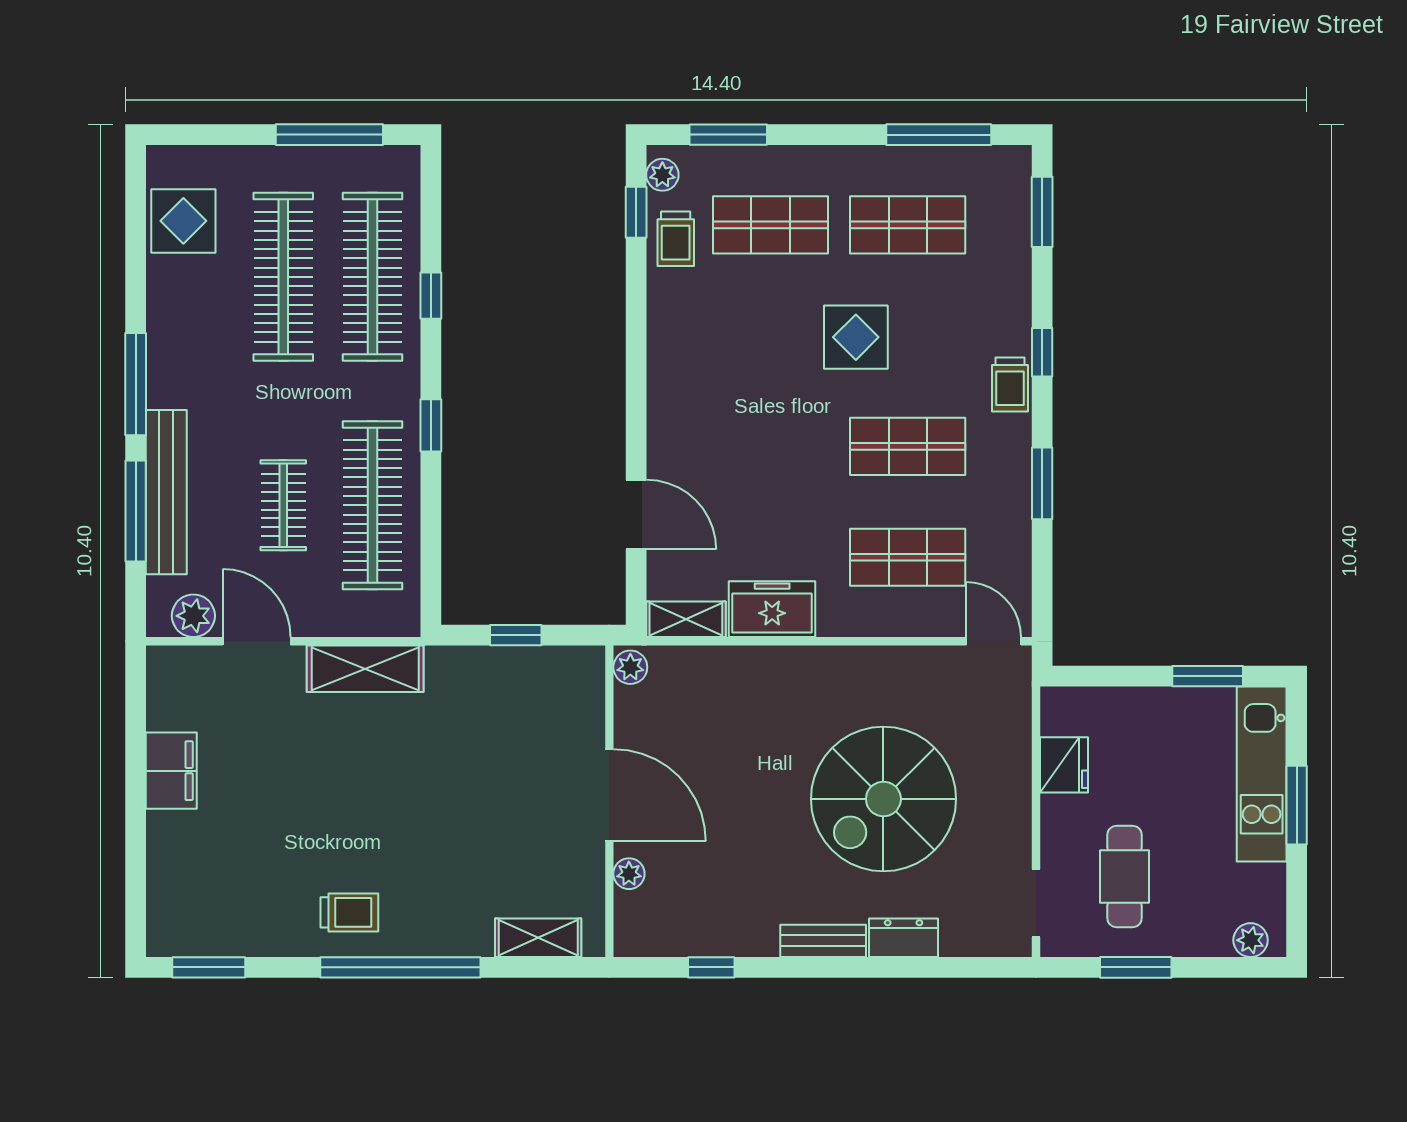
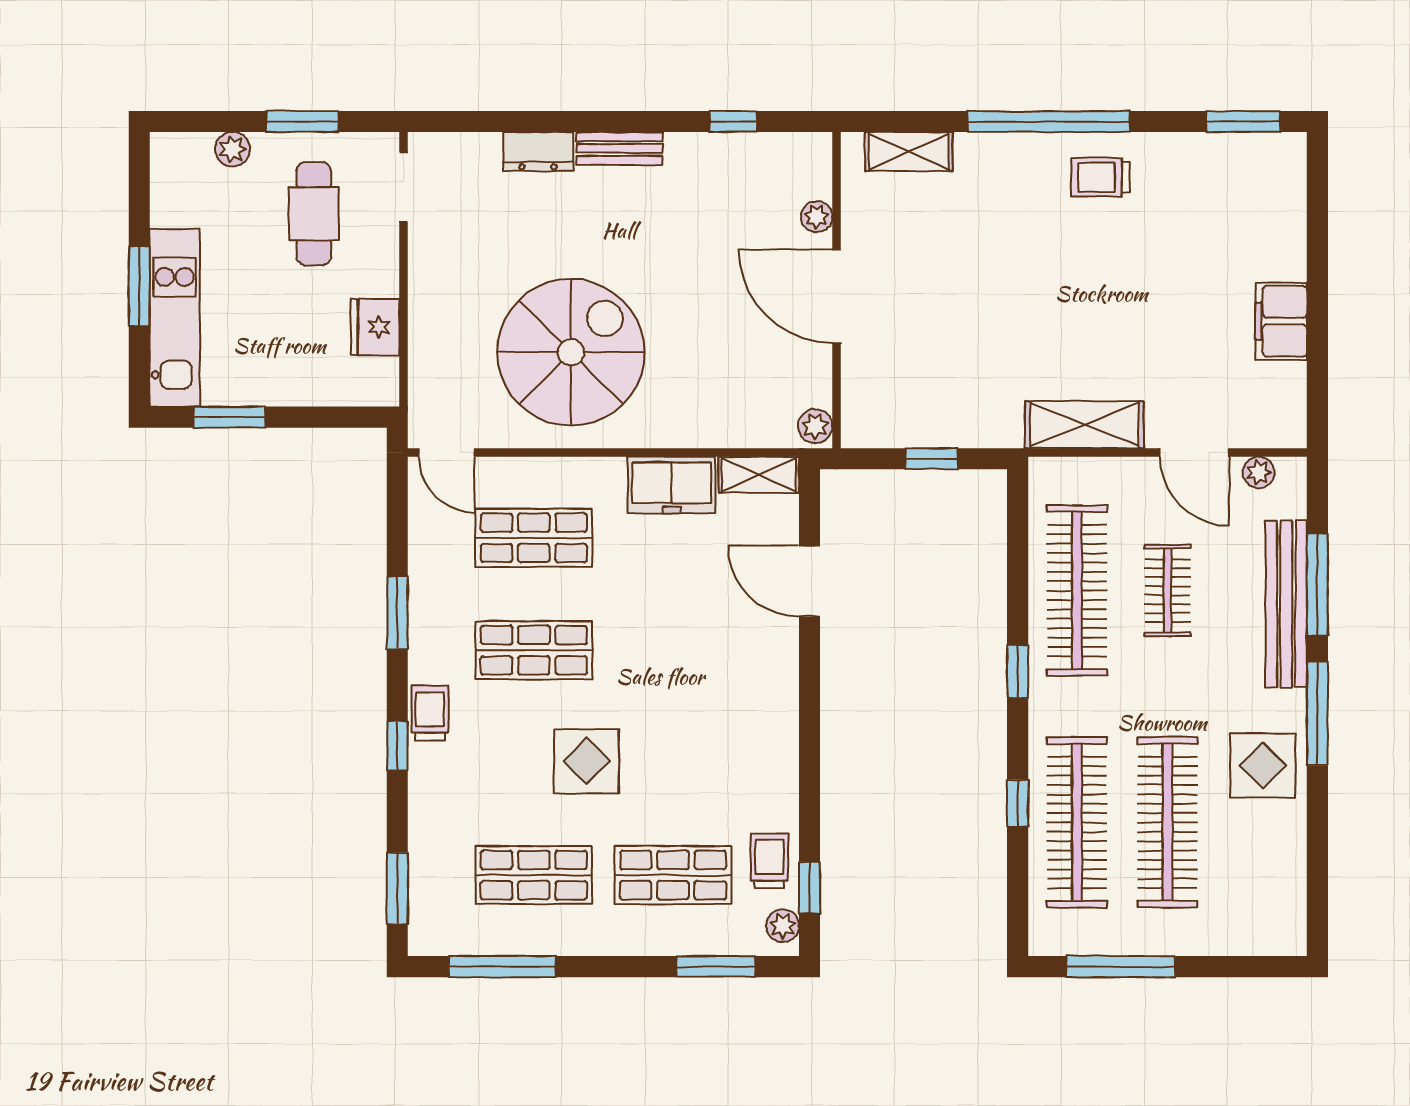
display table: (183, 221) -> (1263, 766), moved
plant: (193, 616) -> (1259, 472), width x0.73, depth x0.73
spiral stairs: (883, 799) -> (571, 352), moved
plant: (1251, 940) -> (233, 149), moved

